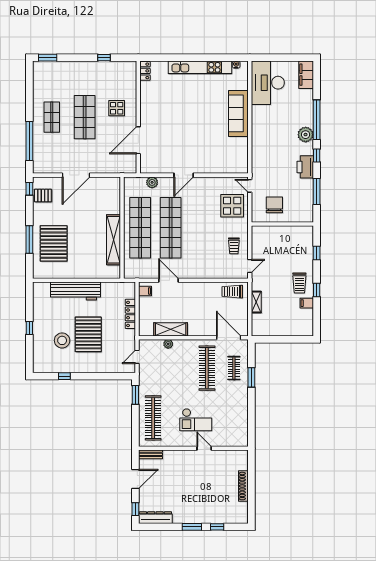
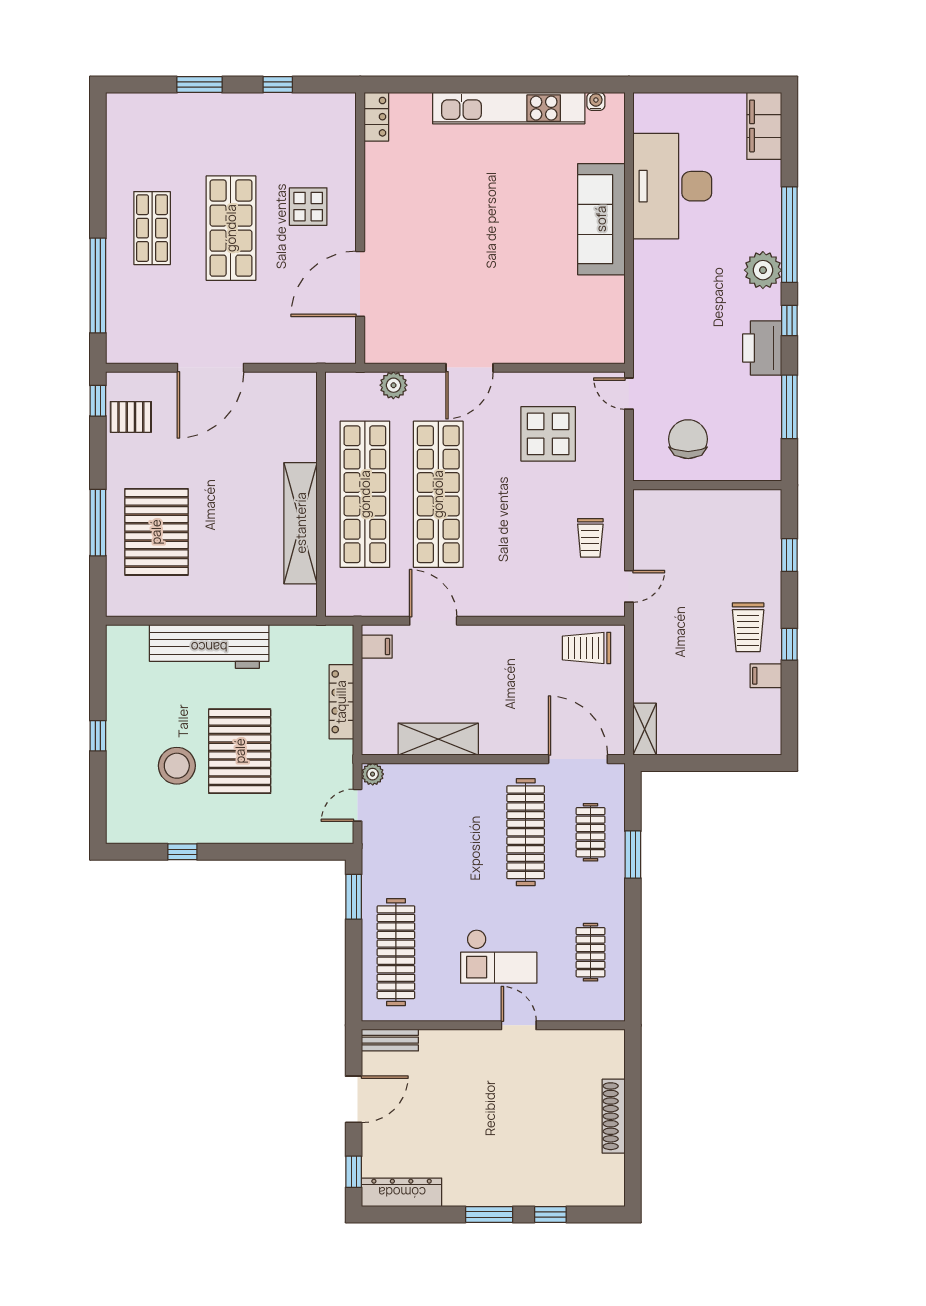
window: (48, 58) -> (200, 85), moved
desk: (268, 83) -> (672, 186), moved
display table: (232, 206) -> (548, 434), moved
shelving: (256, 302) -> (645, 729), moved
plant: (168, 344) -> (373, 774), moved
clothes rail: (234, 418) -> (591, 952), added

